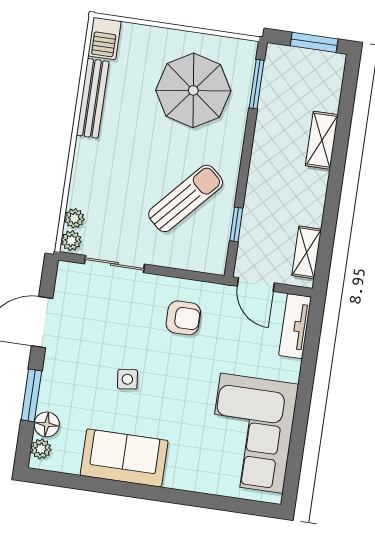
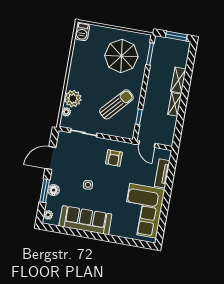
bench: (93, 98) -> (76, 58), removed
plant: (71, 241) -> (73, 99), moved, width x1.87, depth x1.87
shelving: (307, 252) -> (175, 104), moved
armchair: (183, 318) -> (114, 158), turned 90
tv unit: (295, 326) -> (162, 173), moved
floor lamp: (47, 424) -> (54, 190), moved
sofa: (124, 458) -> (85, 220), width x1.36

